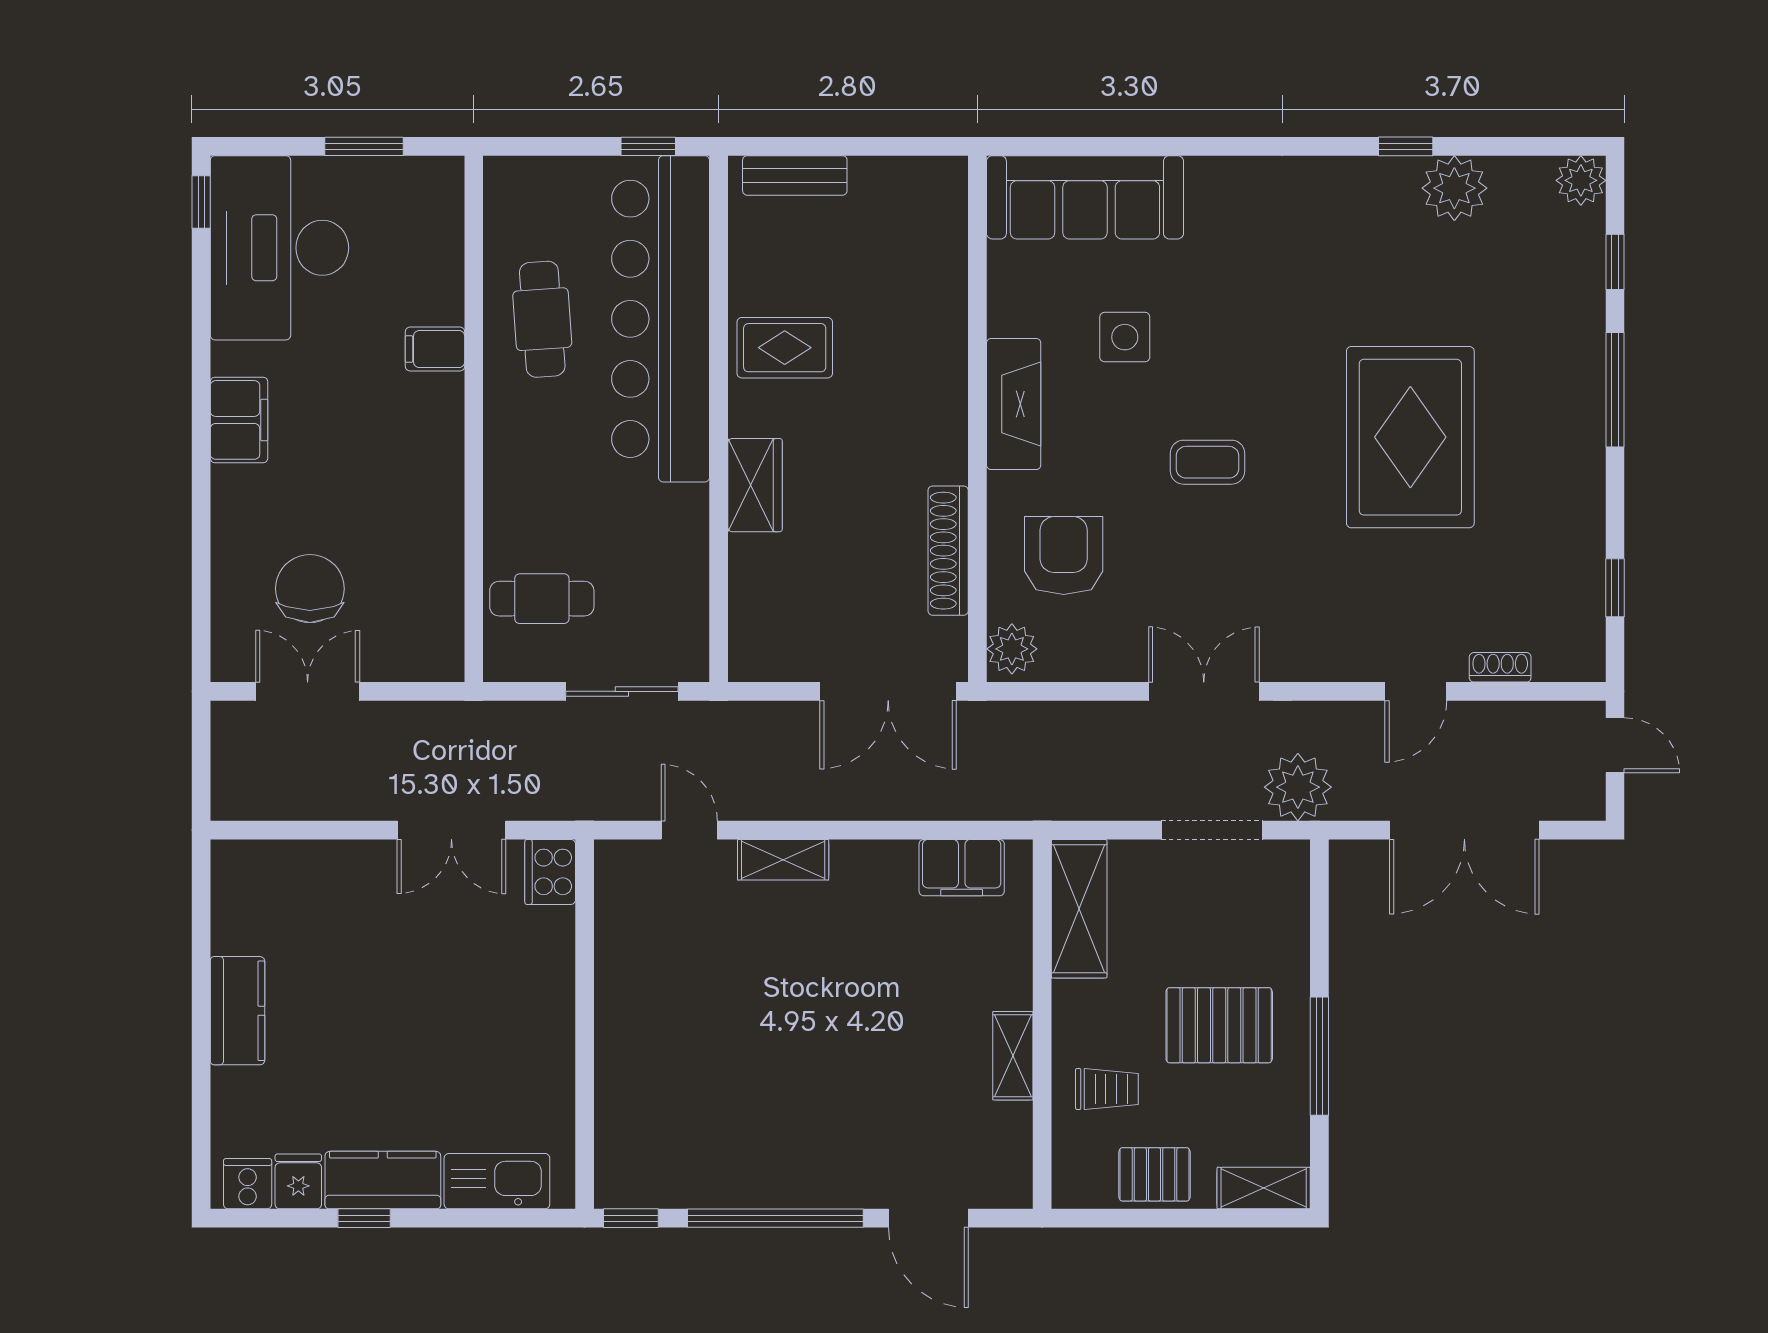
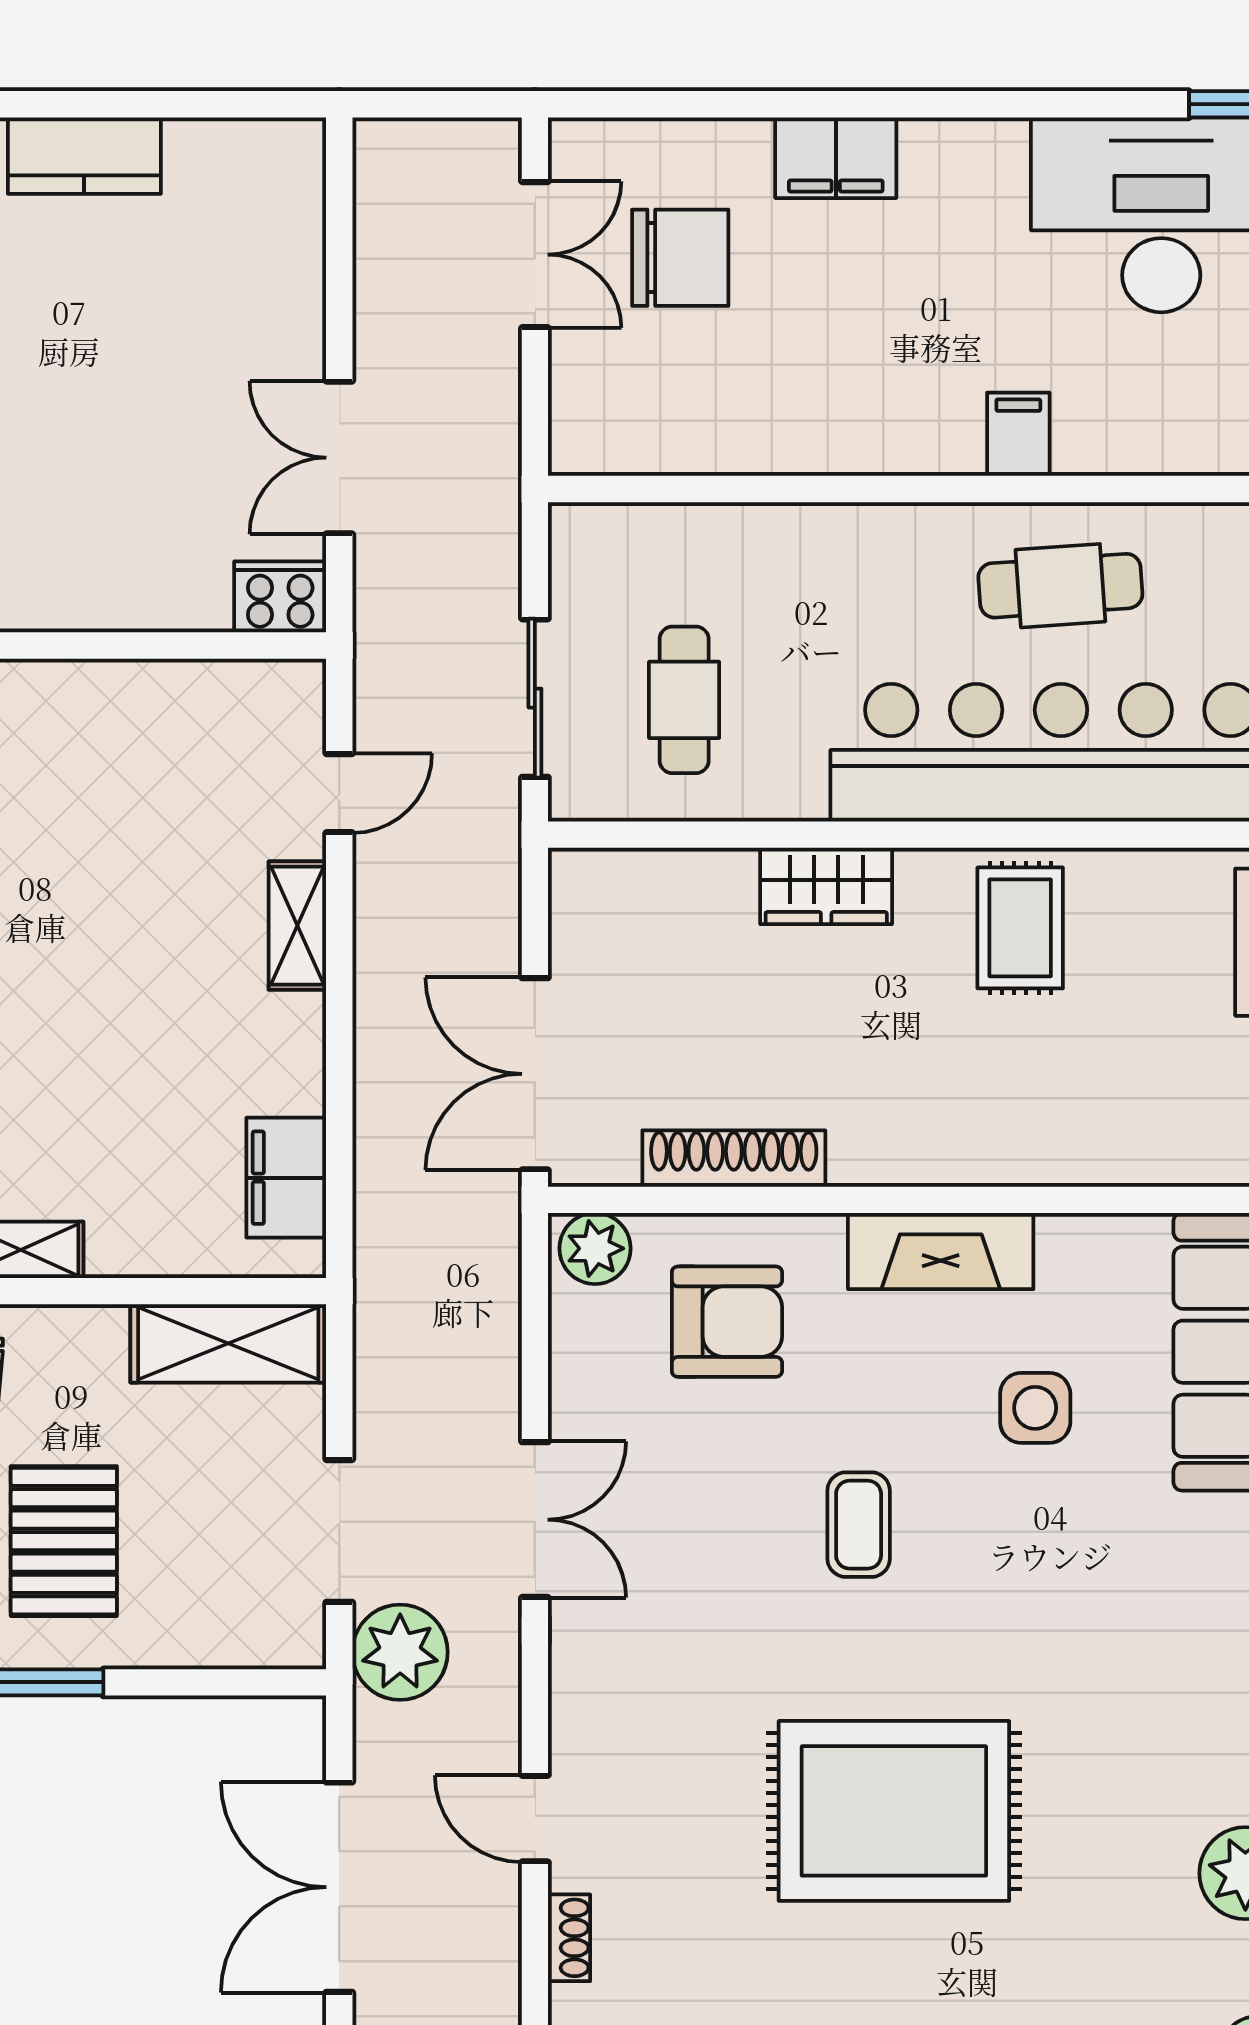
filing cabinet: (239, 420) -> (836, 158), moved
cafe table: (542, 599) -> (684, 700), moved

